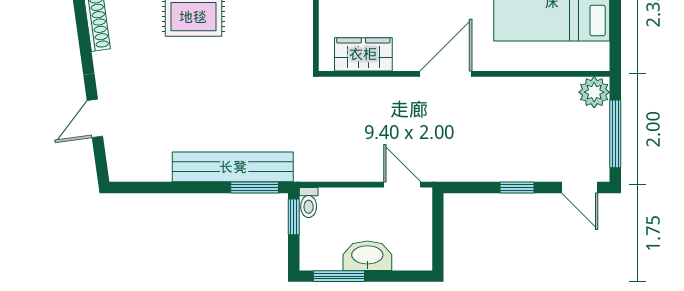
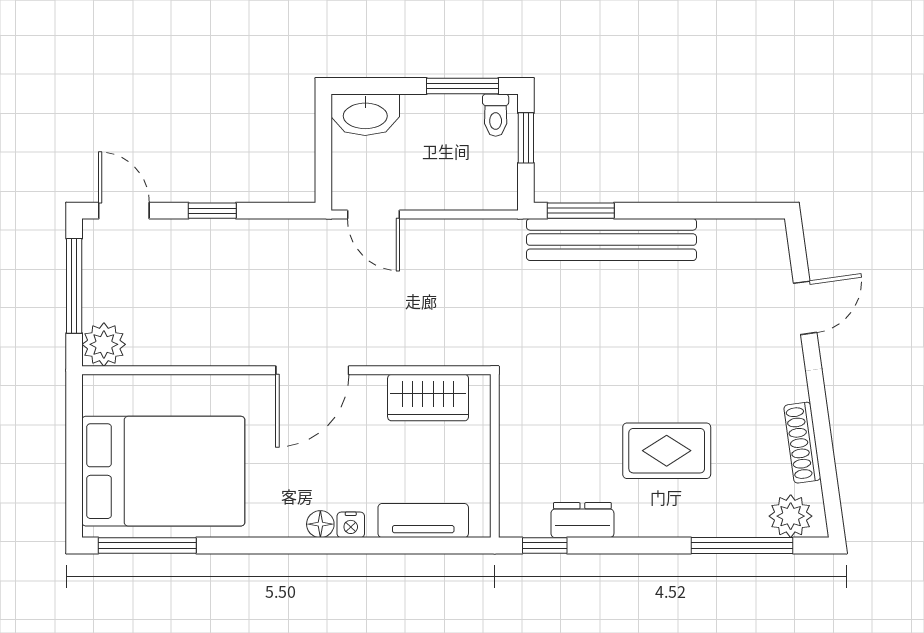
toilet: (309, 203) -> (496, 115), moved, turned 180
window: (294, 217) -> (526, 138), moved
washbasin: (367, 256) -> (365, 115), moved

